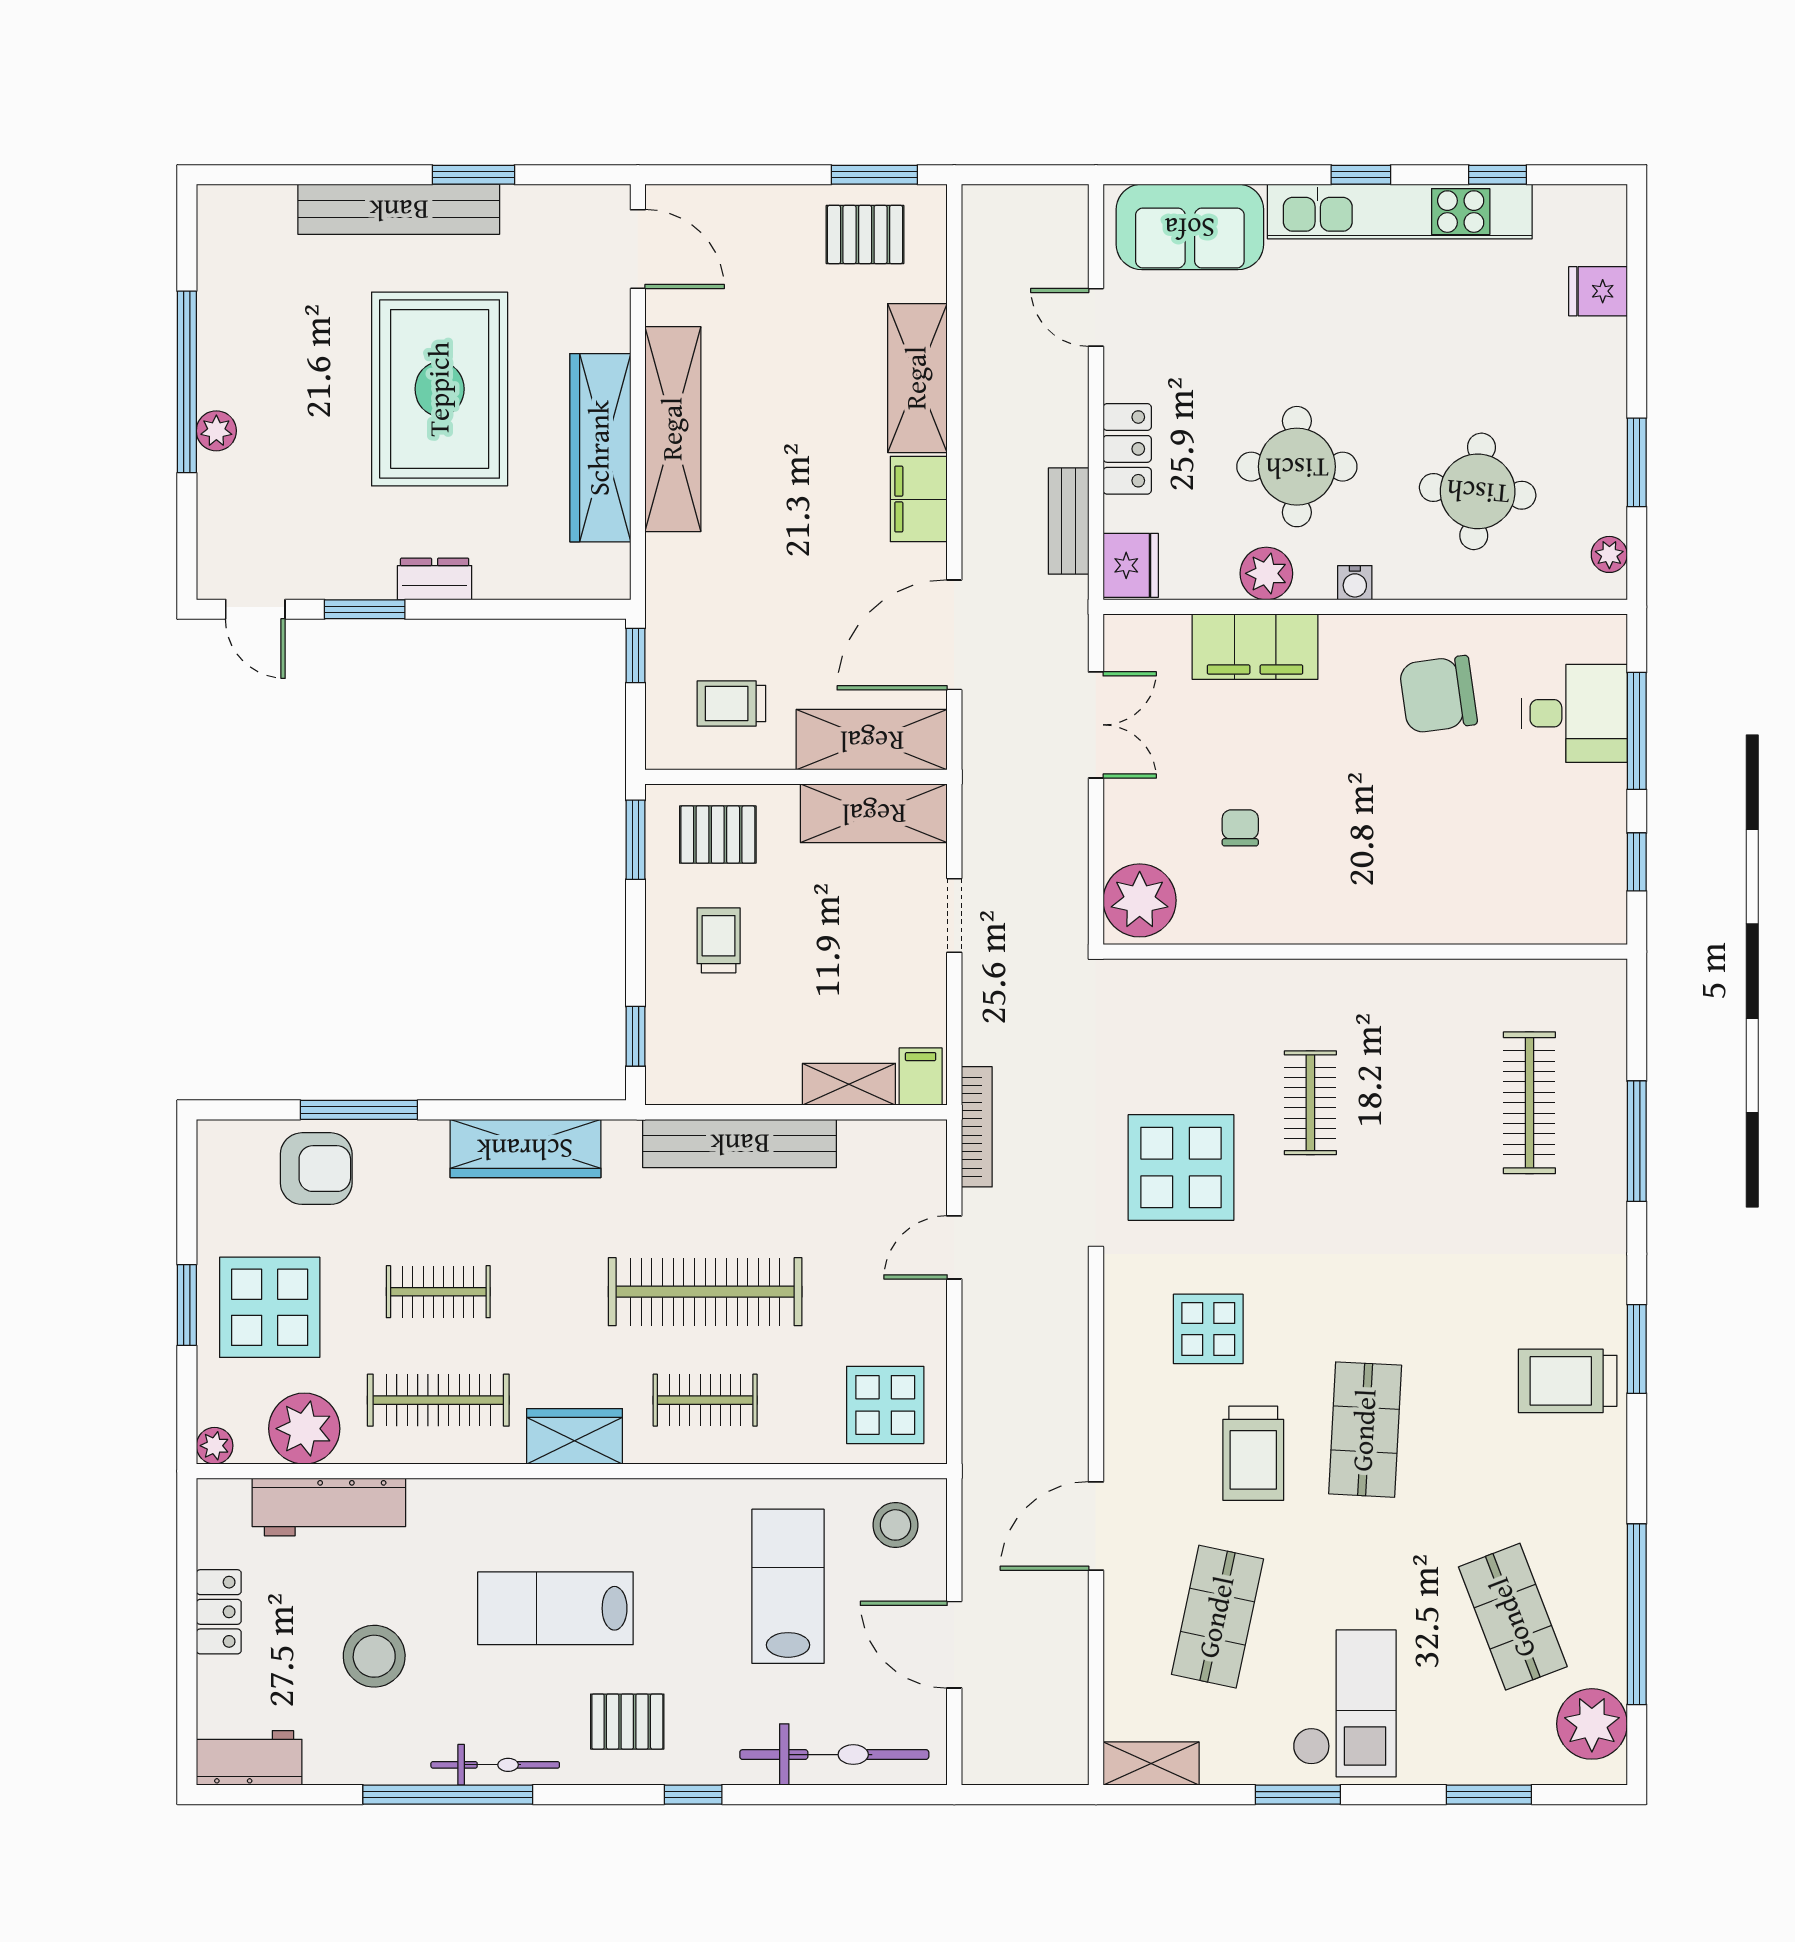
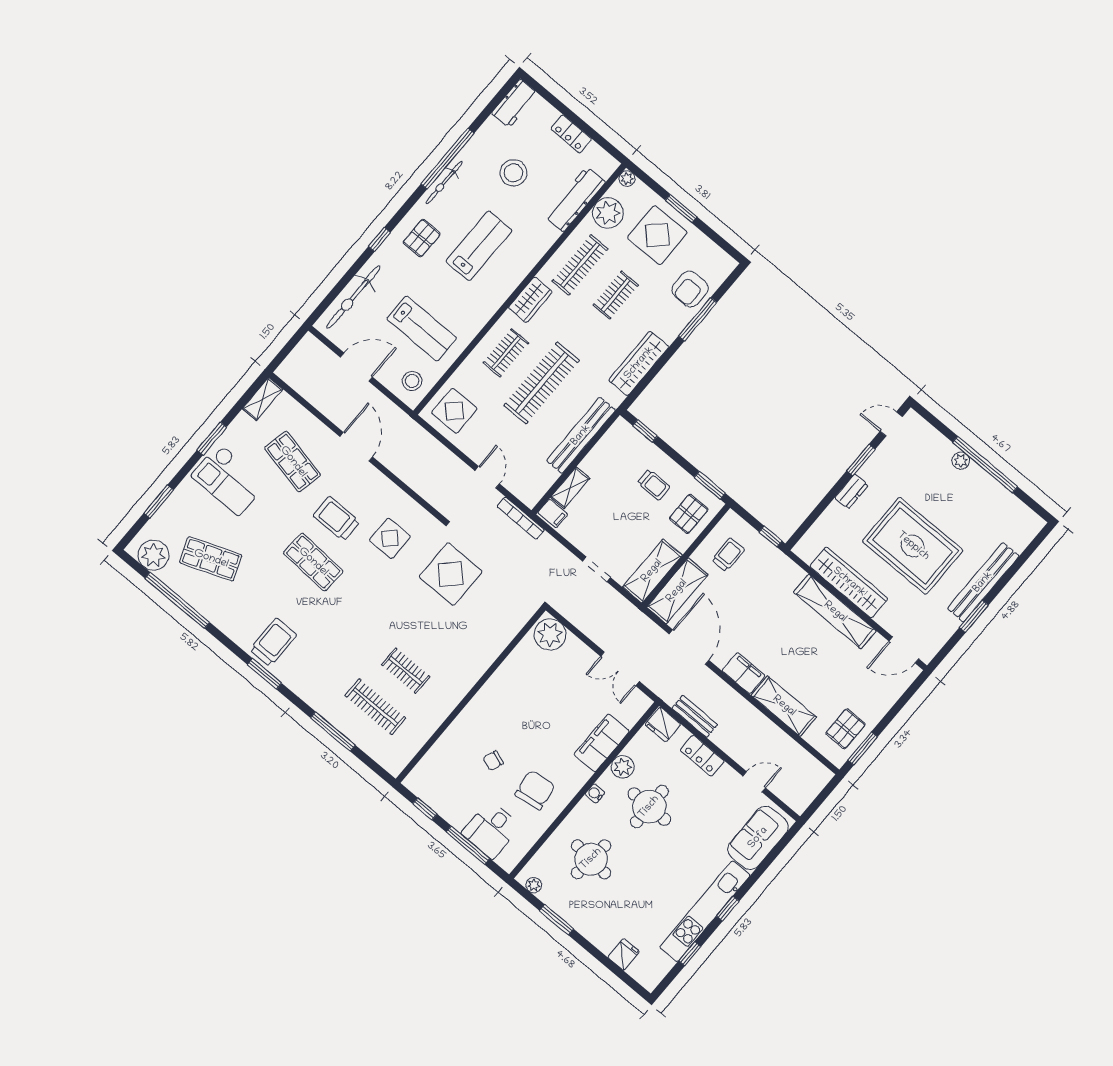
chair: (1240, 828) -> (493, 761), moved, turned 111
clothes rail: (1310, 1103) -> (406, 671), moved

